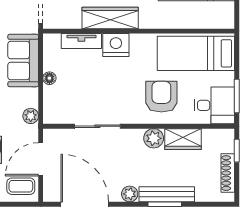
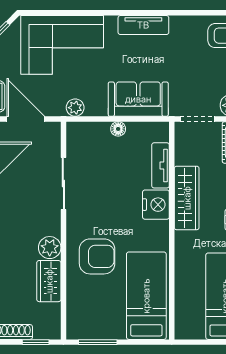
desk: (214, 105) -> (87, 317), removed

